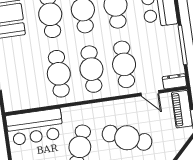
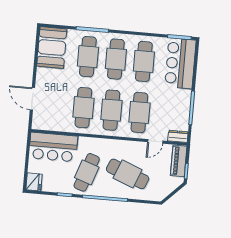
door: (150, 93) -> (155, 141), hinge flipped

